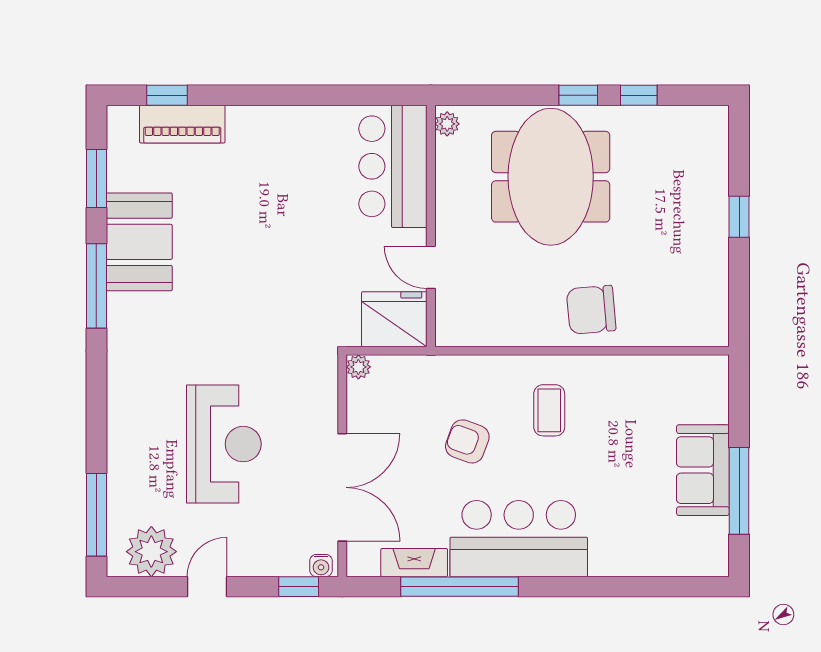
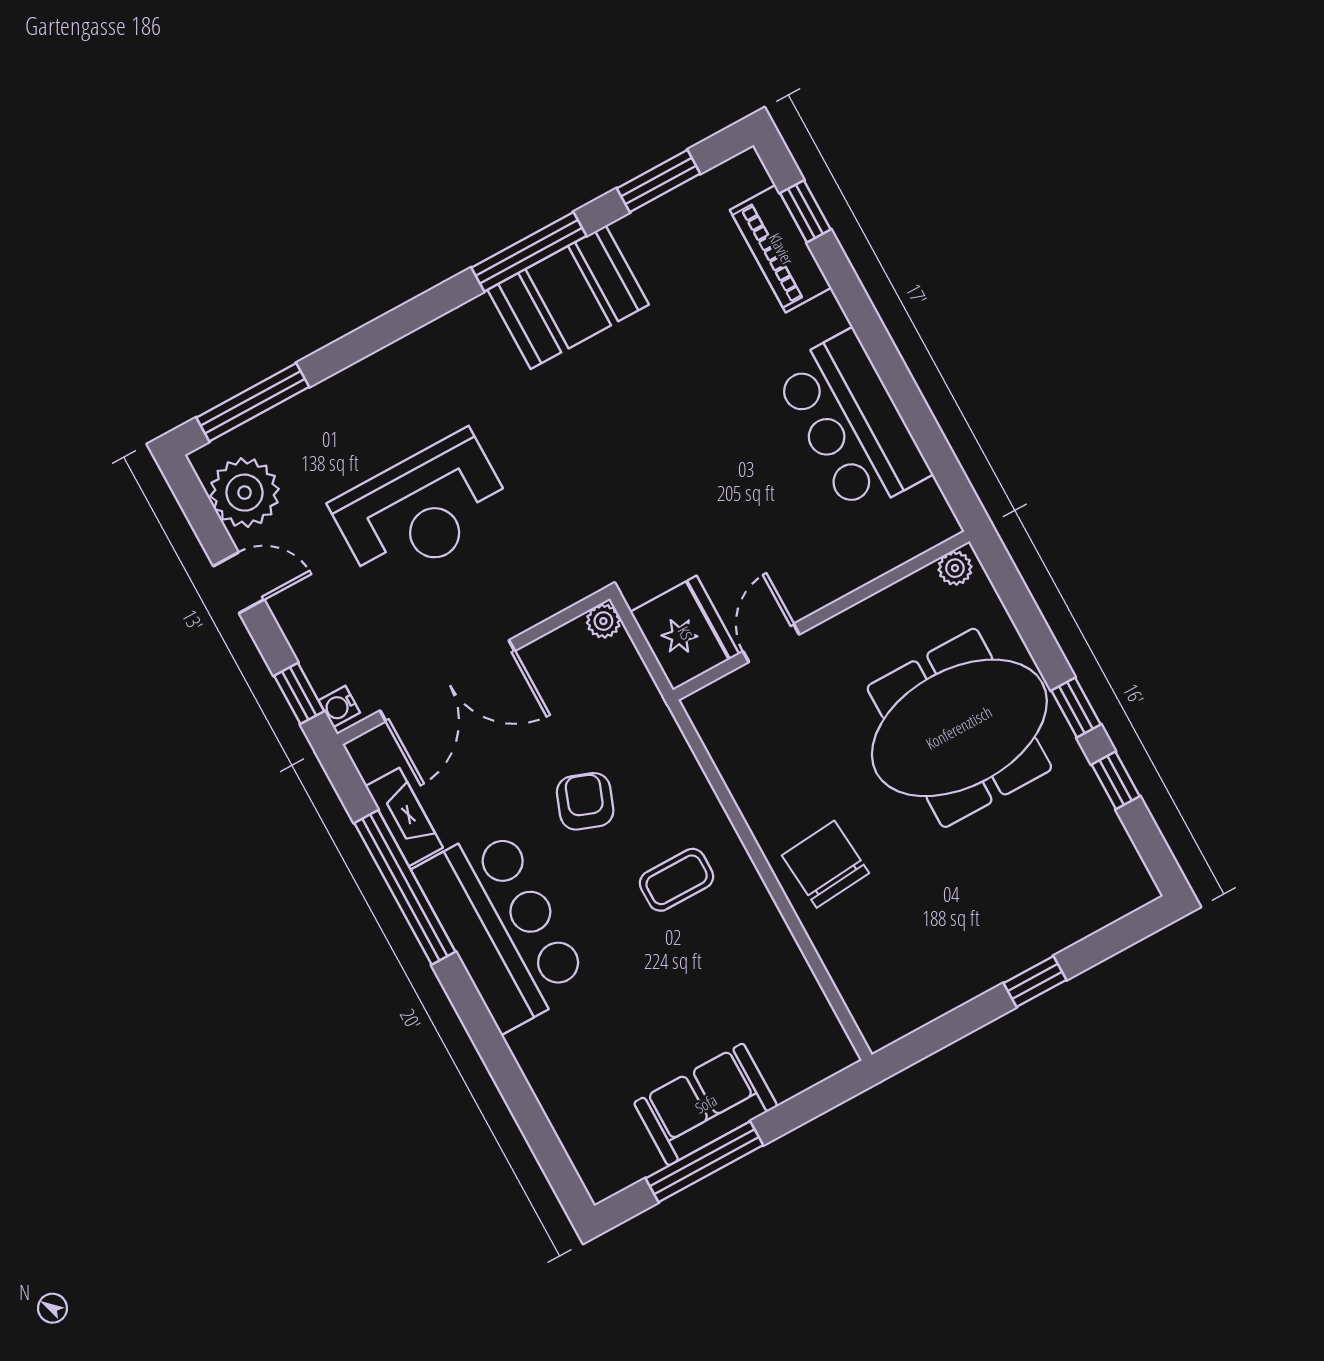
bar counter: (393, 166) -> (852, 423), moved, turned -90
booth: (139, 242) -> (568, 297), moved

